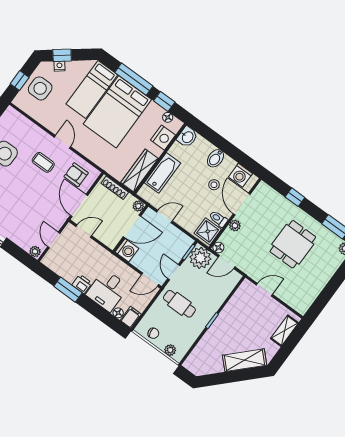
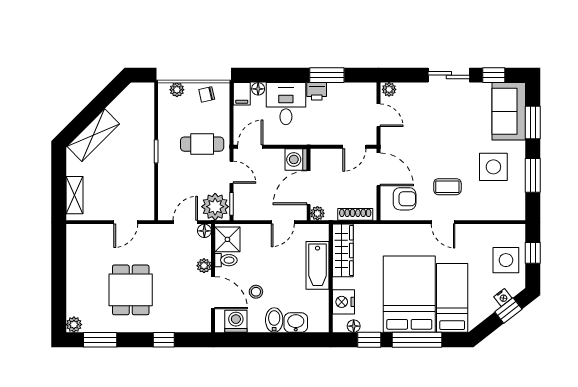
washbasin: (187, 137) -> (296, 323), moved, turned 90

